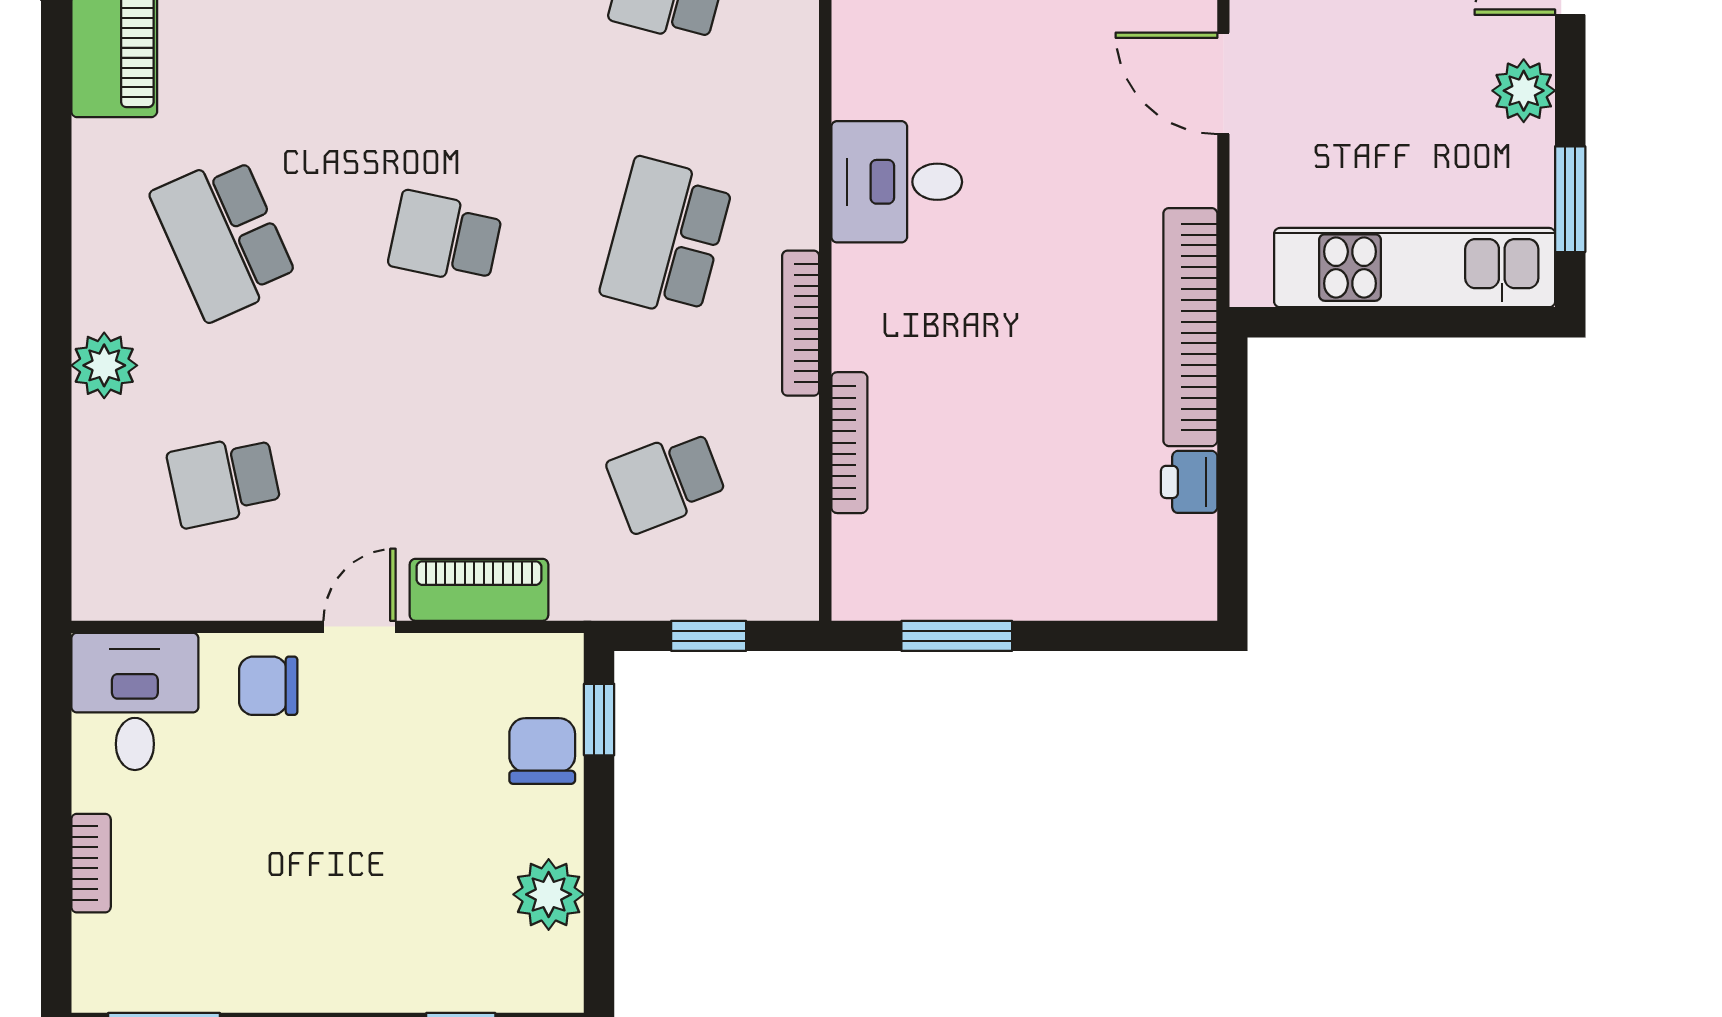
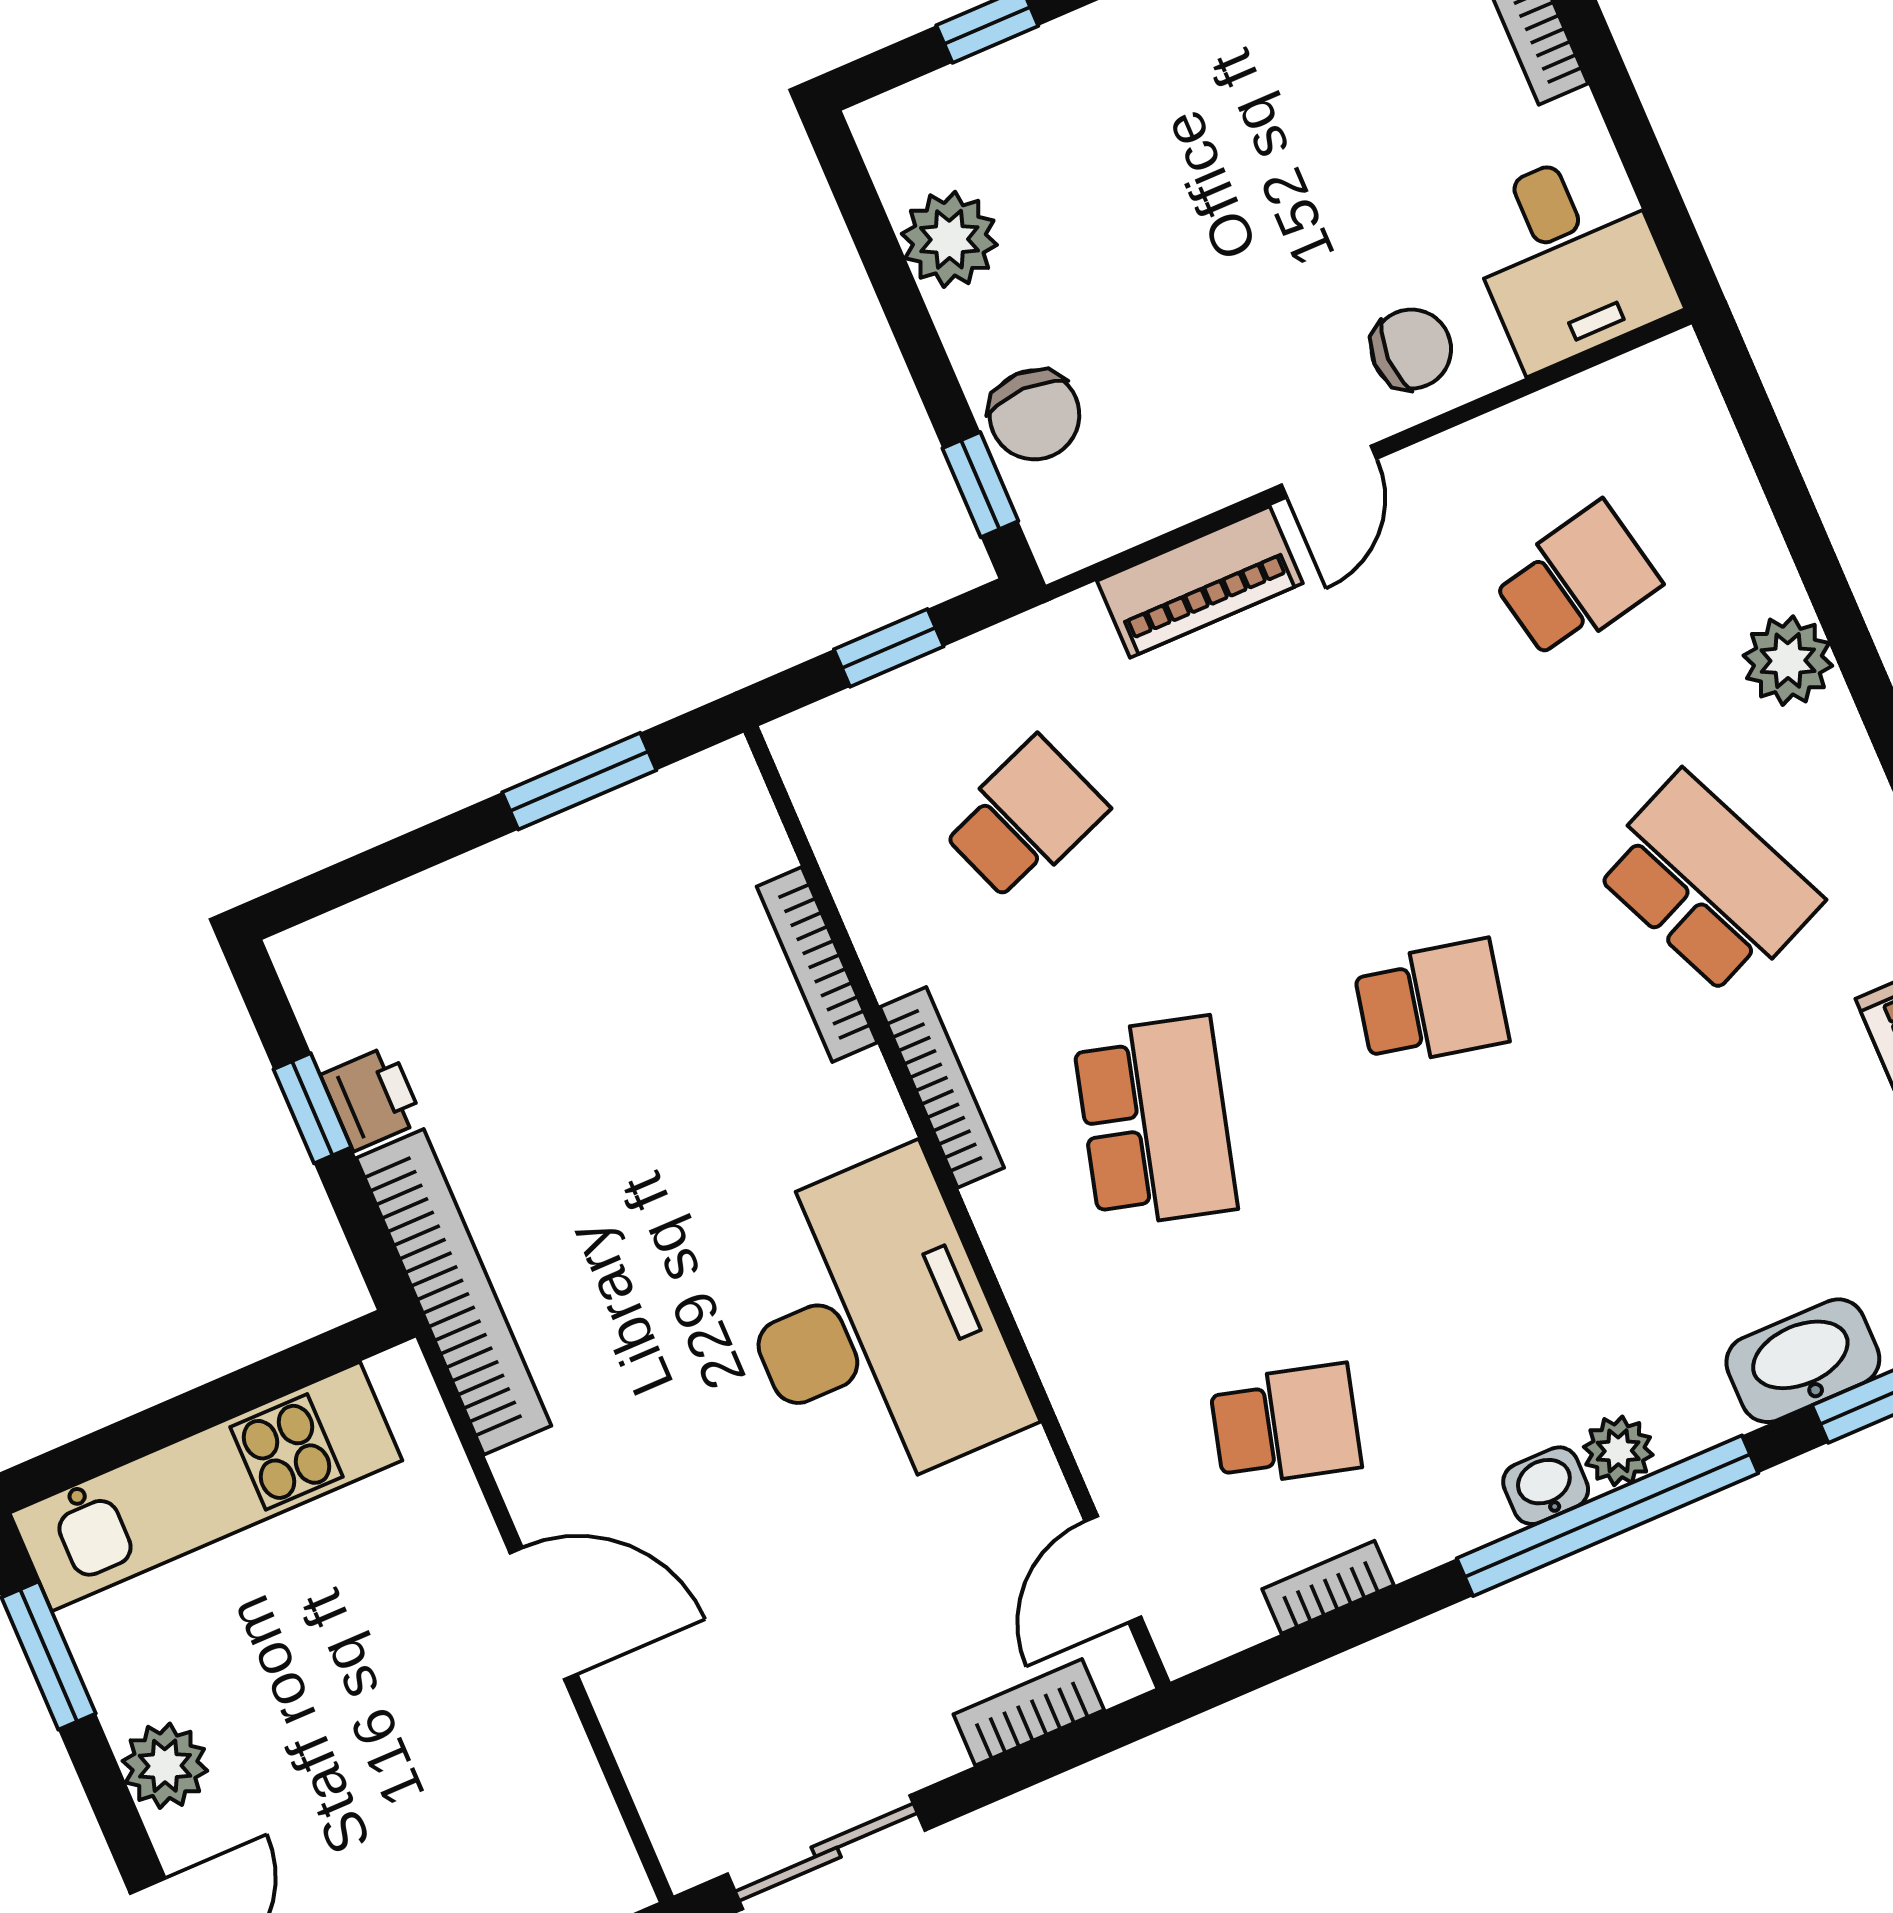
desk: (897, 182) -> (874, 1326), width x1.87, depth x1.30
window: (1232, 492) -> (312, 1108), added

